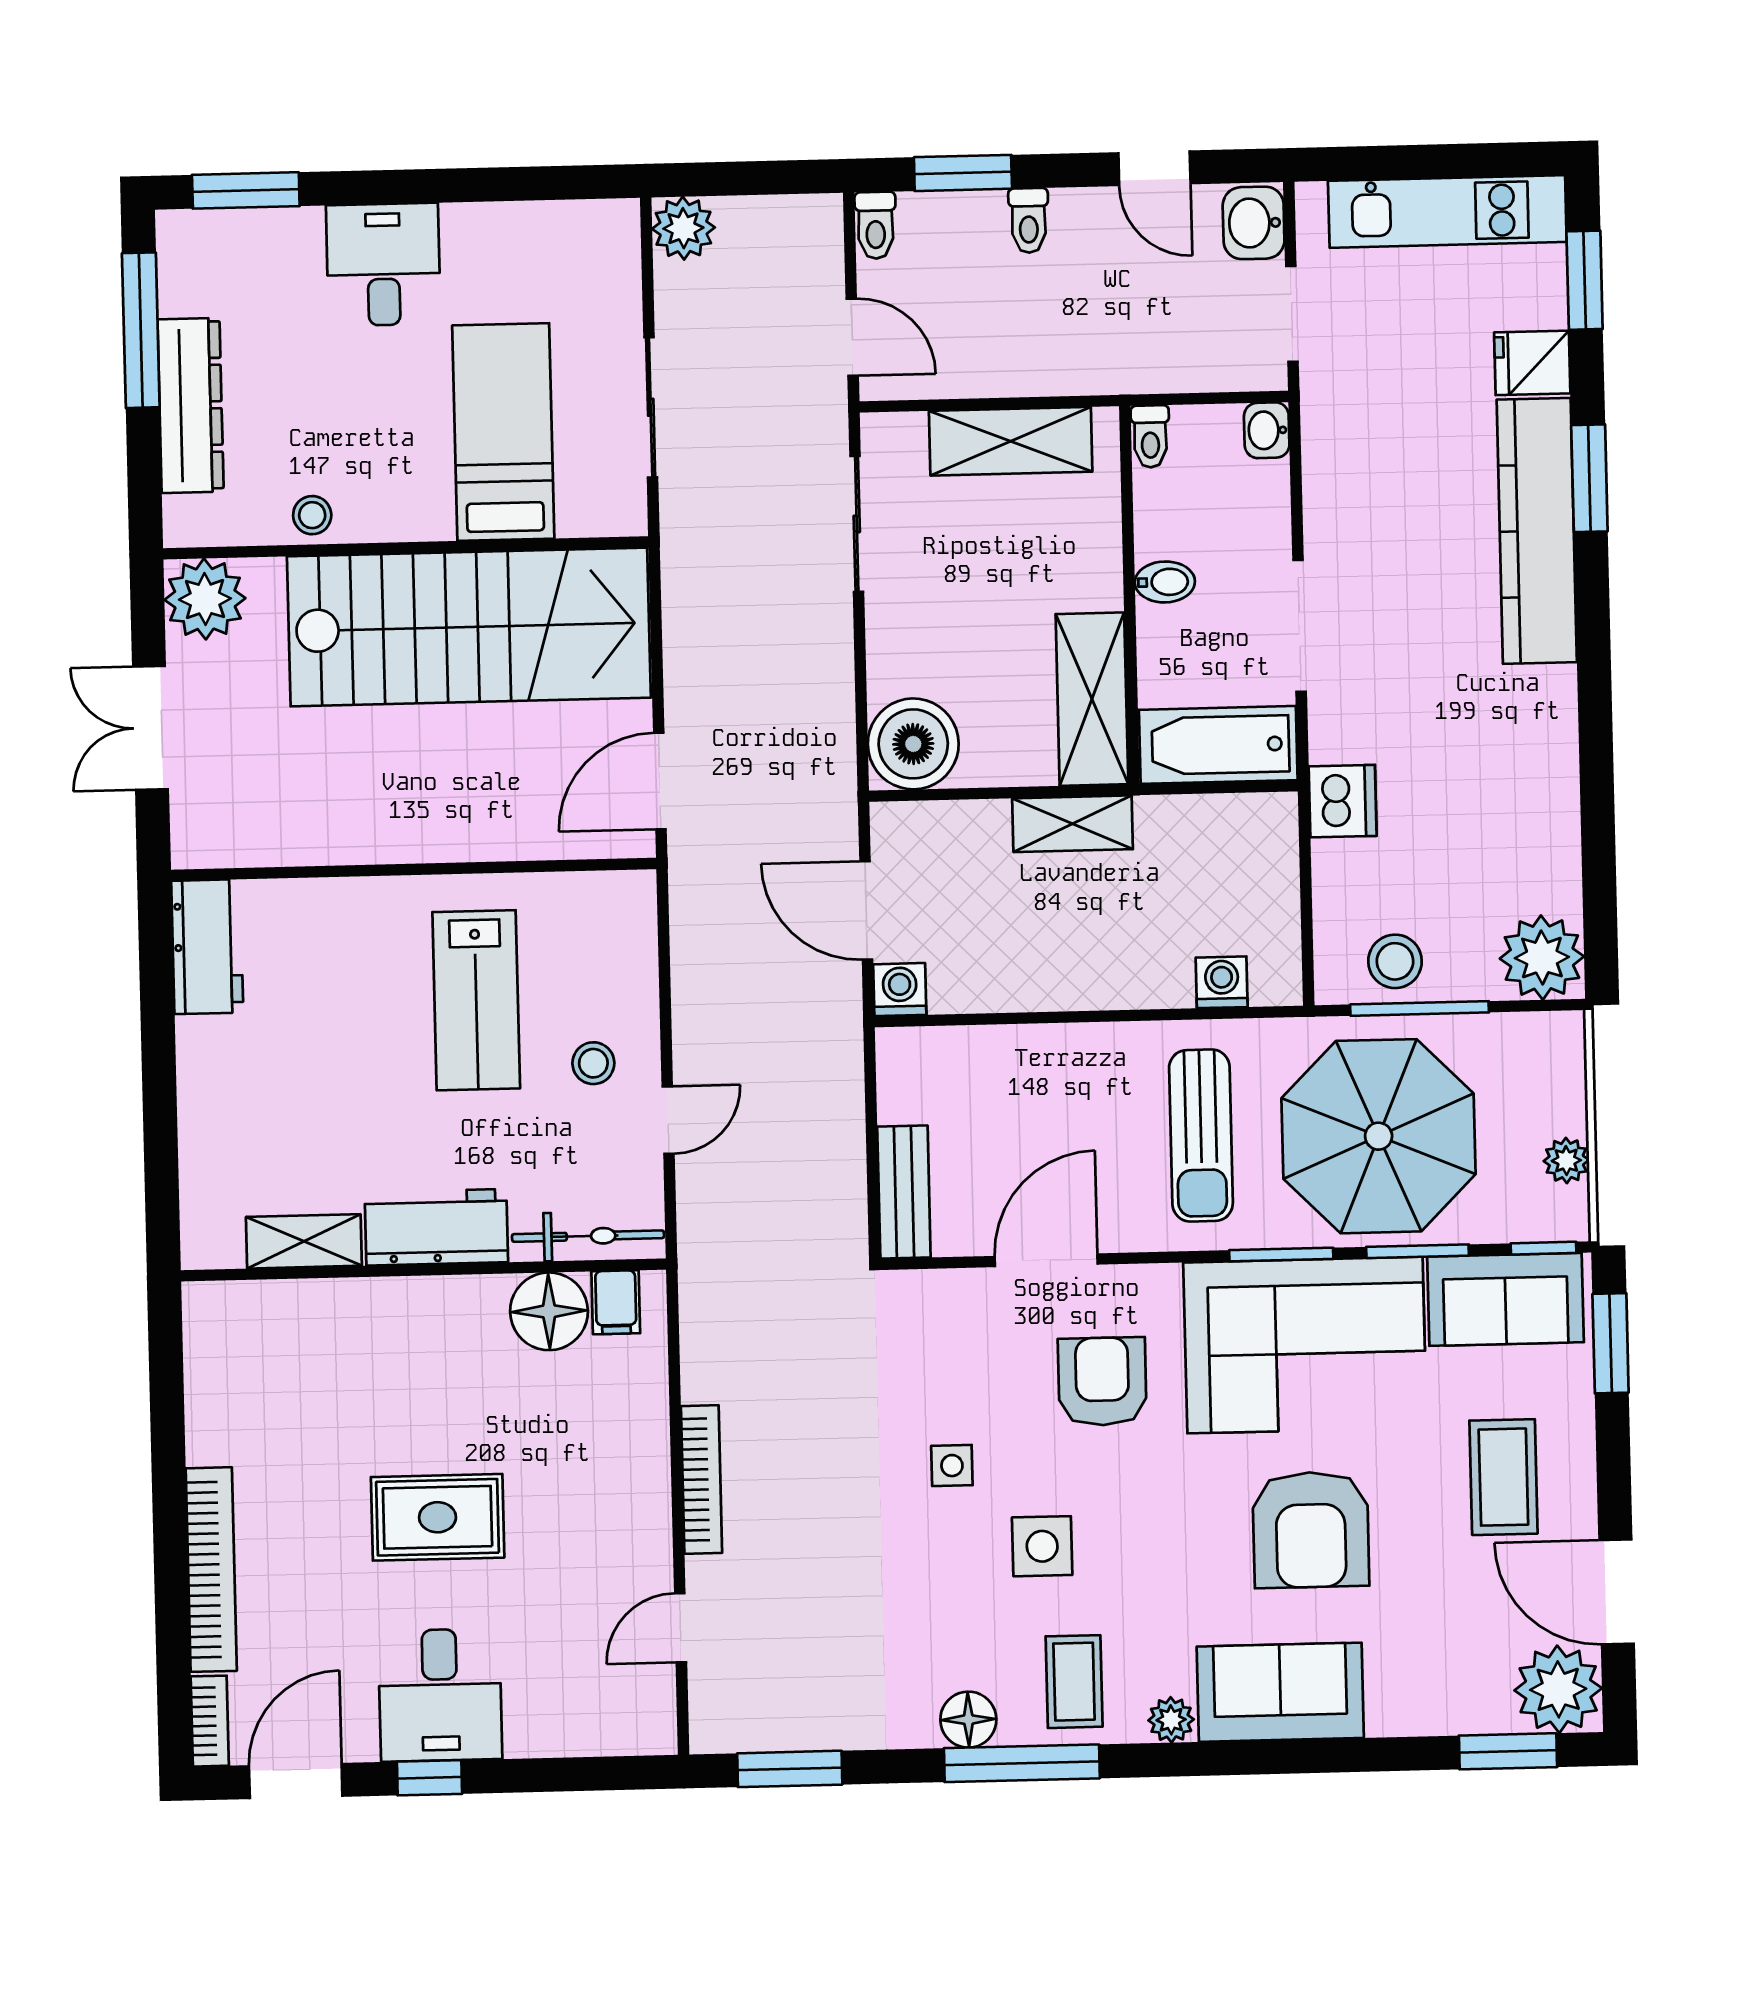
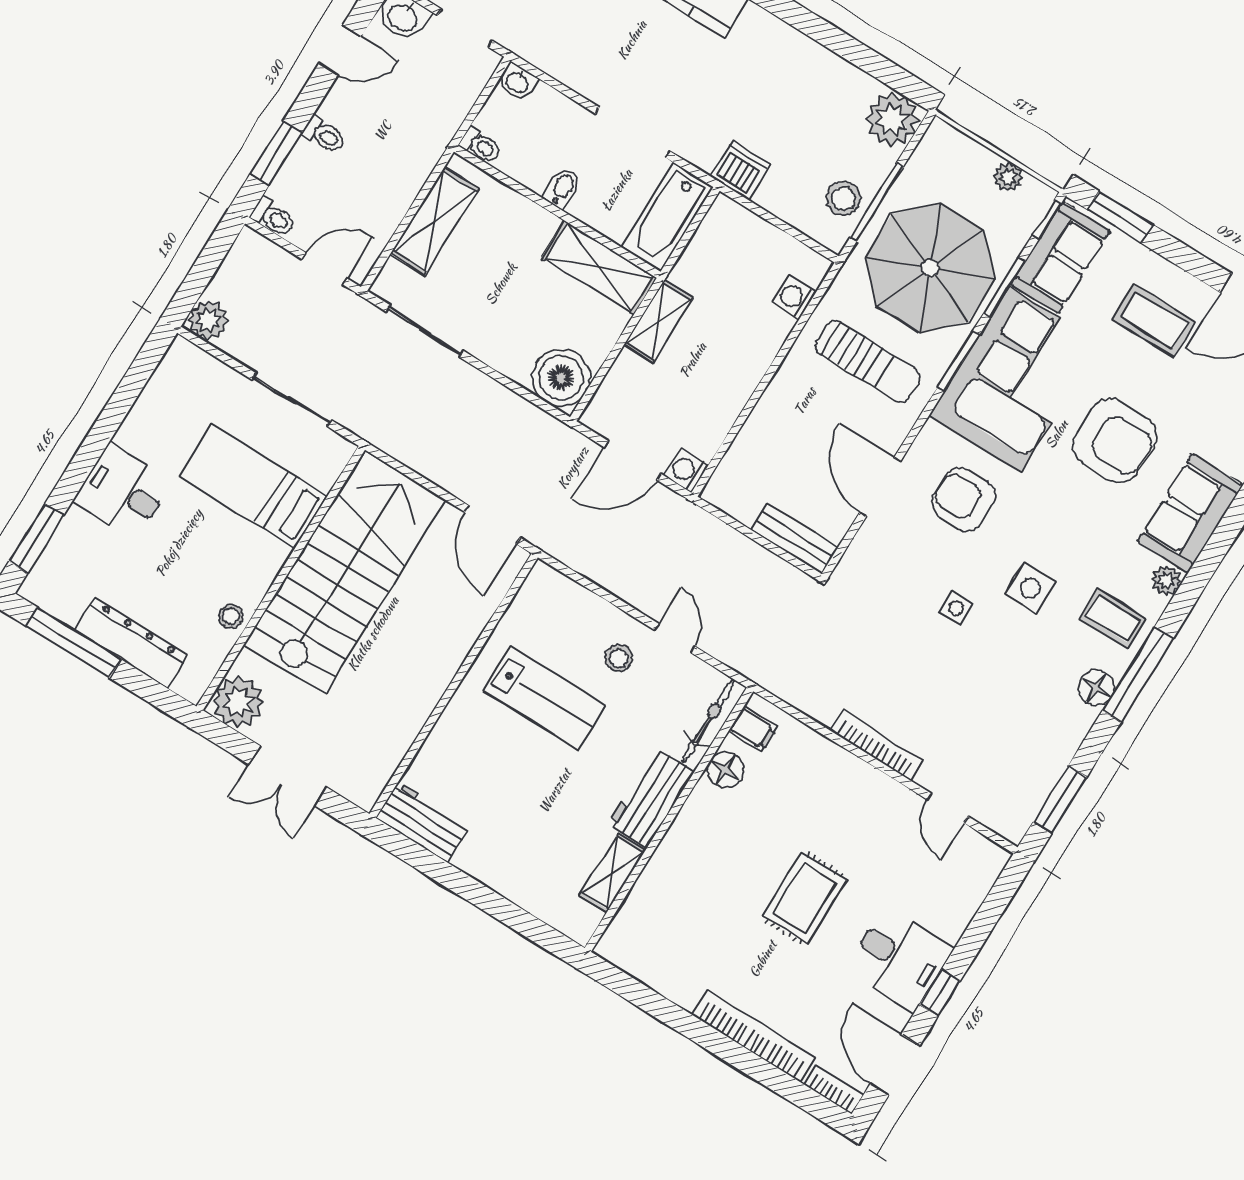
floor lamp: (549, 1311) -> (725, 770), width x0.73, depth x0.73

